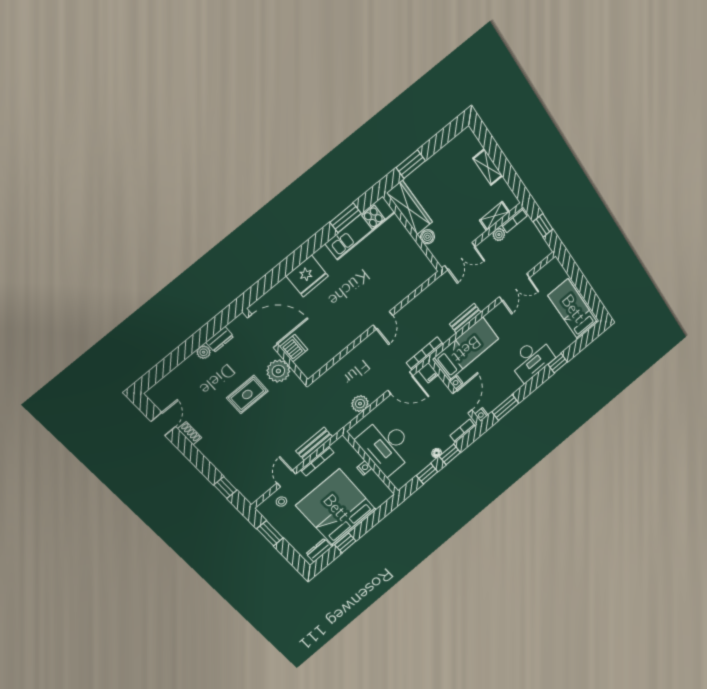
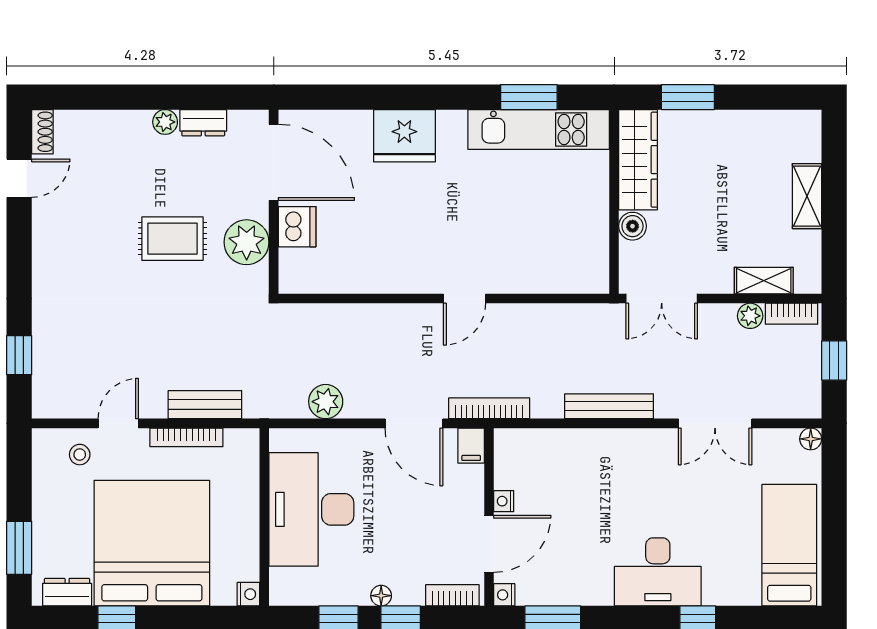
floor lamp: (554, 263) -> (811, 439), added
bench: (465, 318) -> (609, 406), width x1.36
bed: (466, 349) -> (561, 458), removed
shoe rack: (190, 433) -> (42, 132), moved
nightstand: (364, 468) -> (248, 594), moved
window: (270, 533) -> (19, 548), moved

